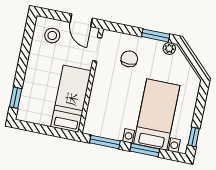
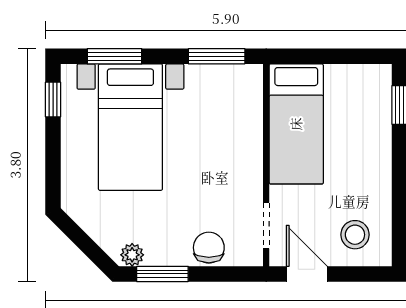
chair: (129, 59) -> (209, 248), moved, turned 180
window: (145, 150) -> (115, 56), moved

